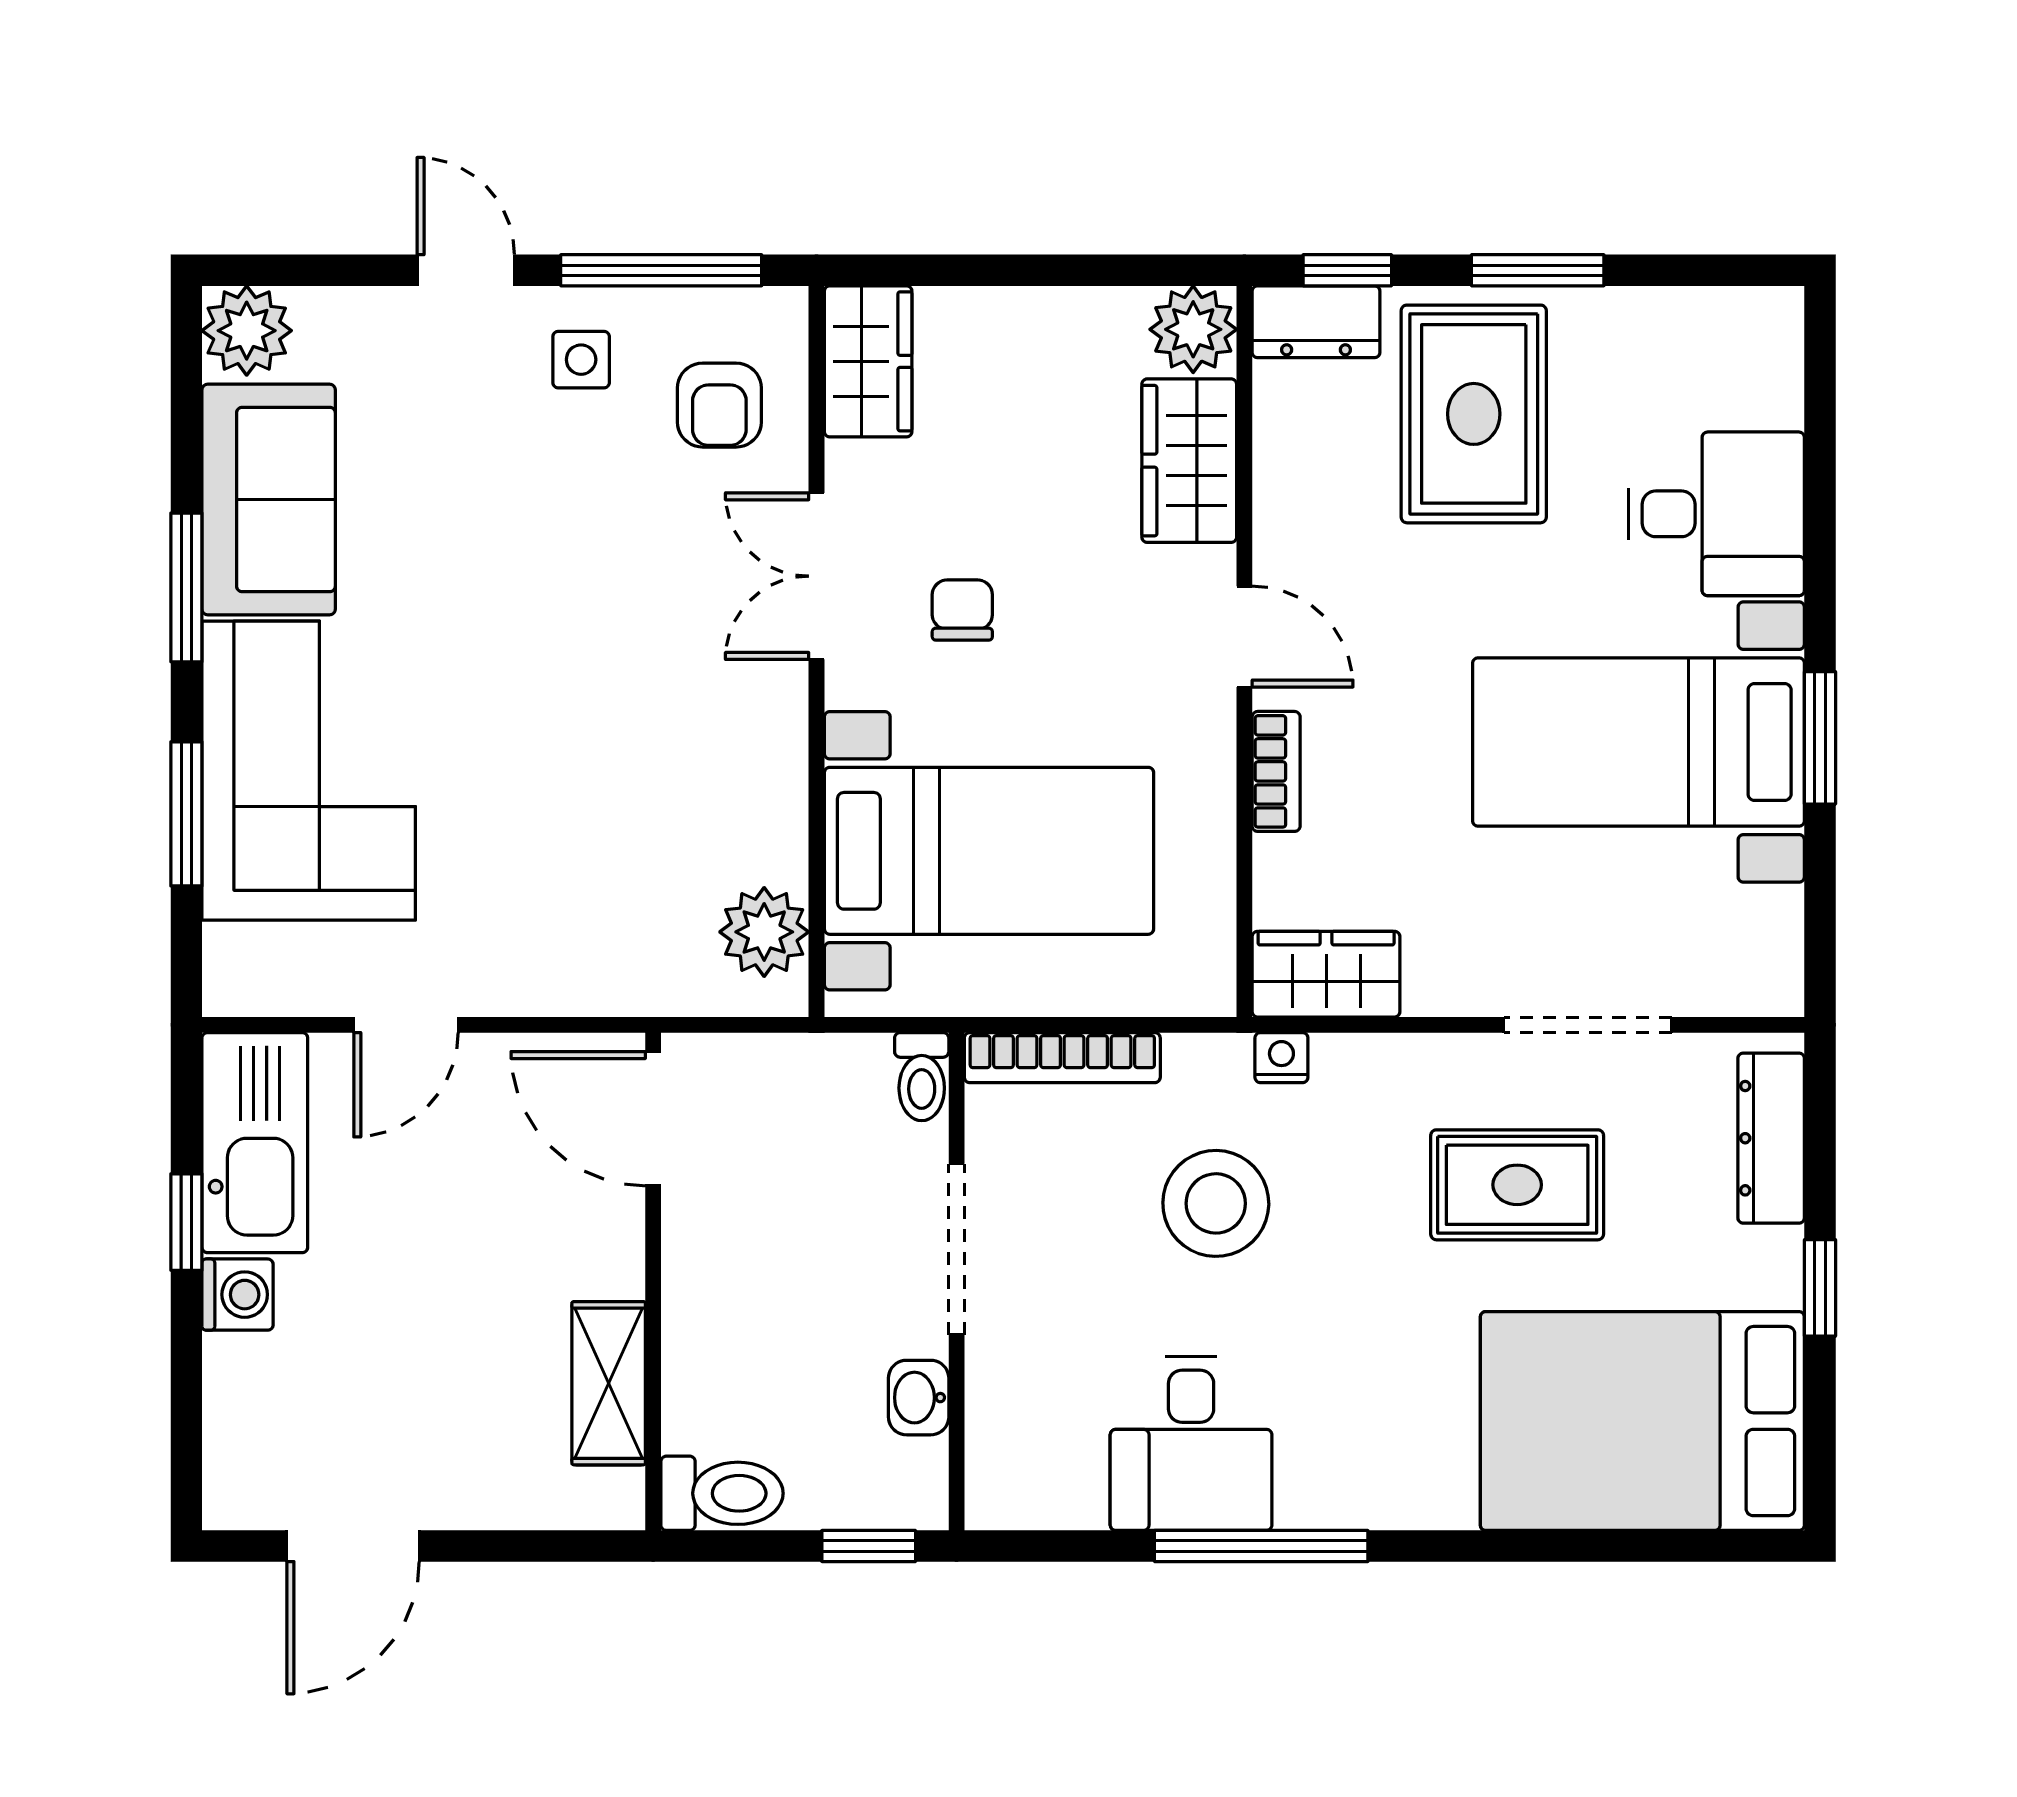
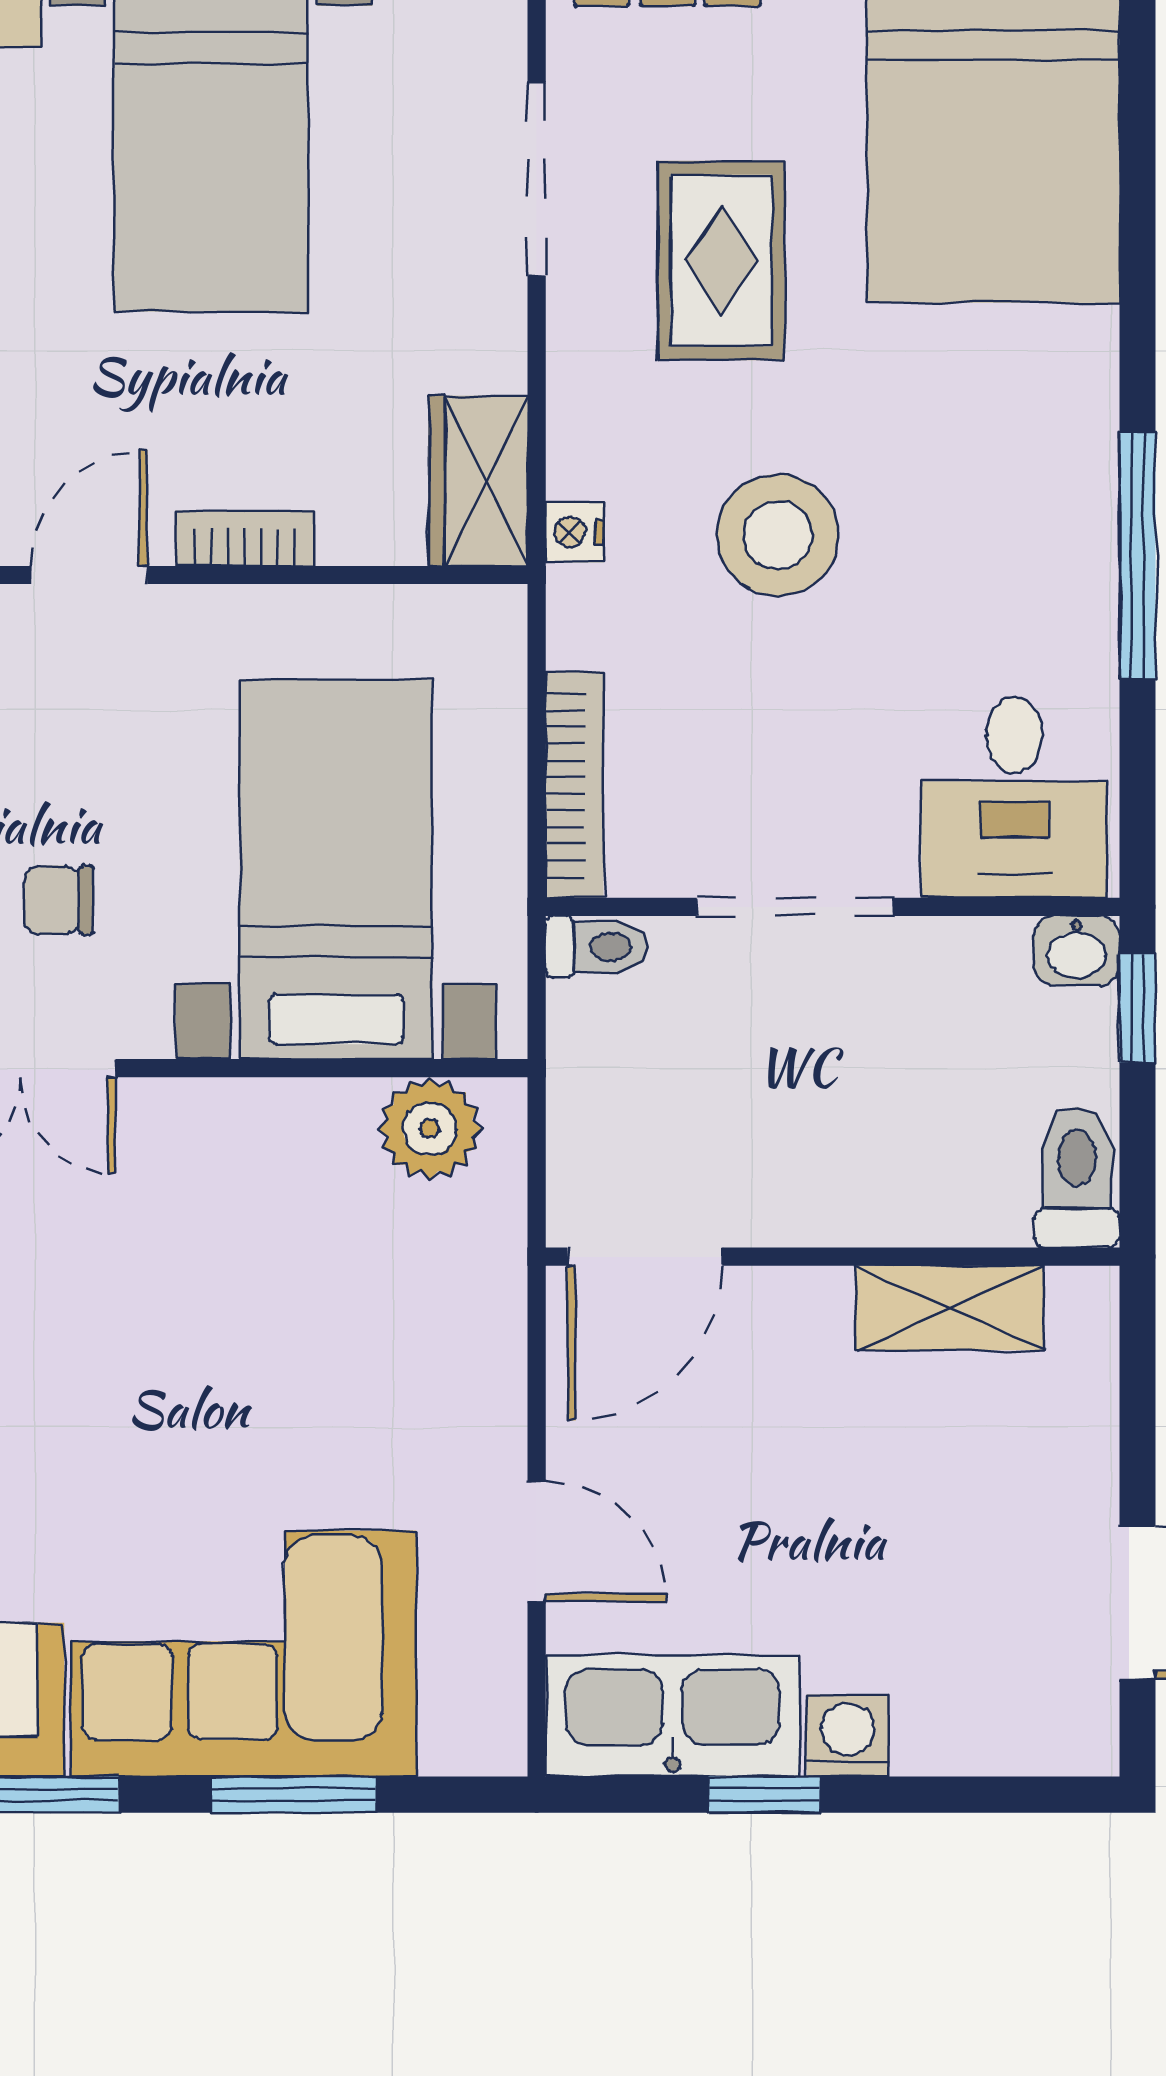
stool: (1216, 1203) -> (778, 535), moved
washbasin: (919, 1398) -> (1077, 950), moved
desk: (1191, 1443) -> (1014, 797), moved, turned 90

